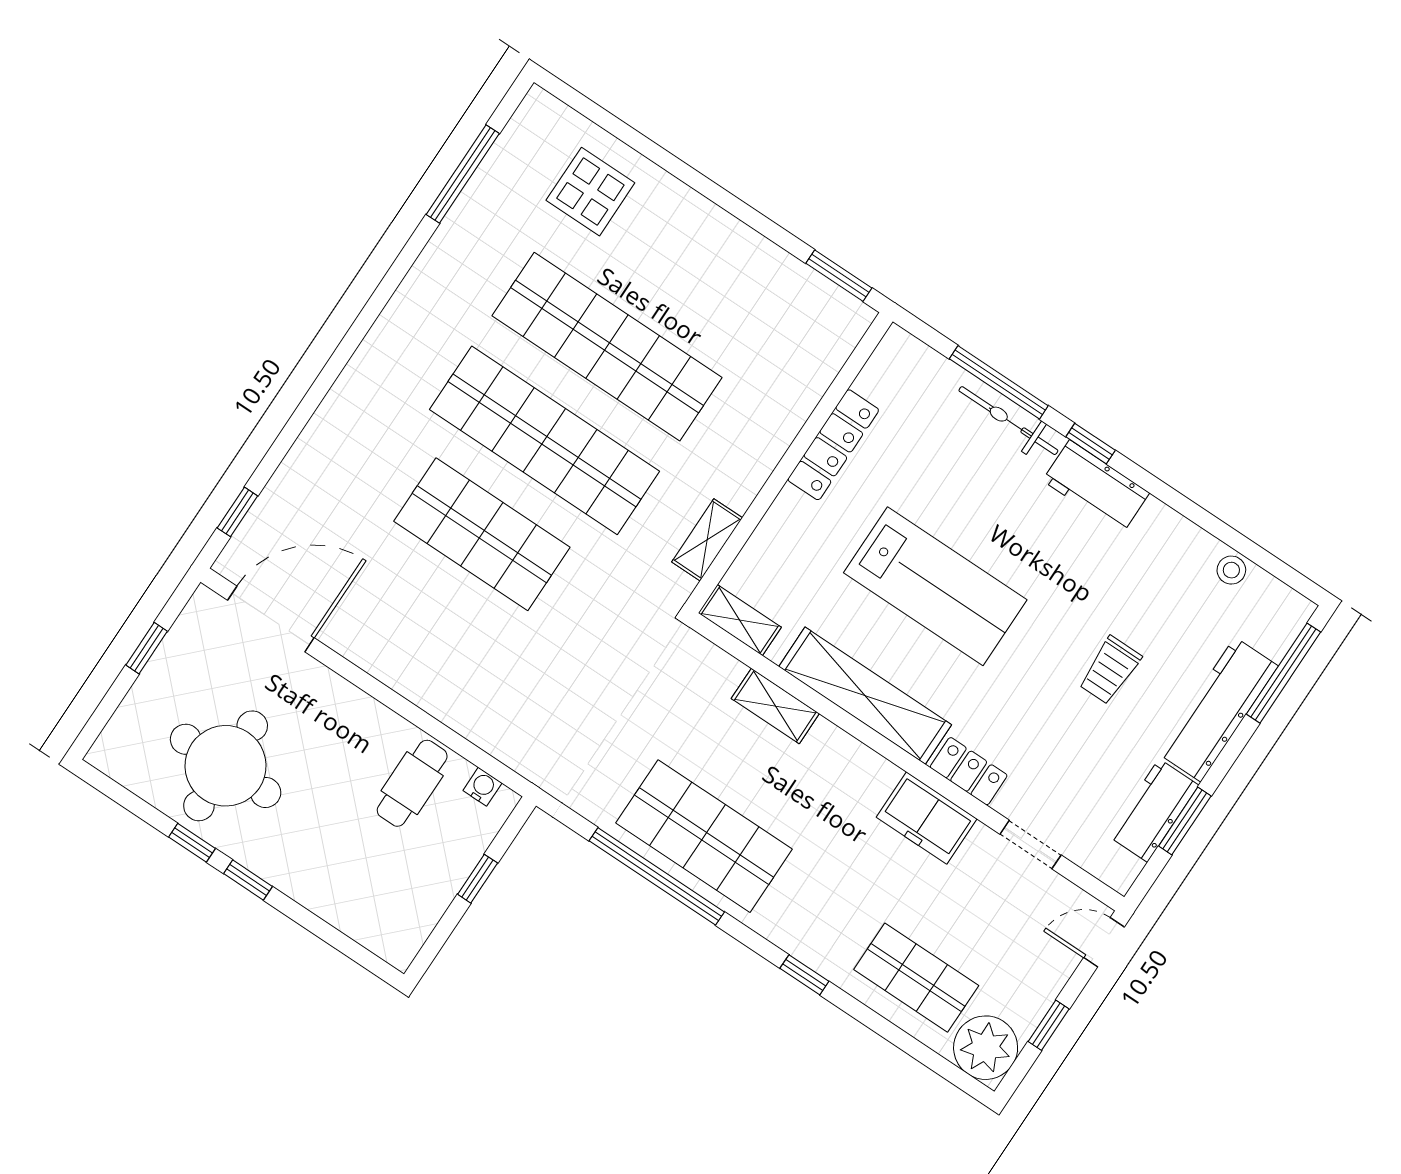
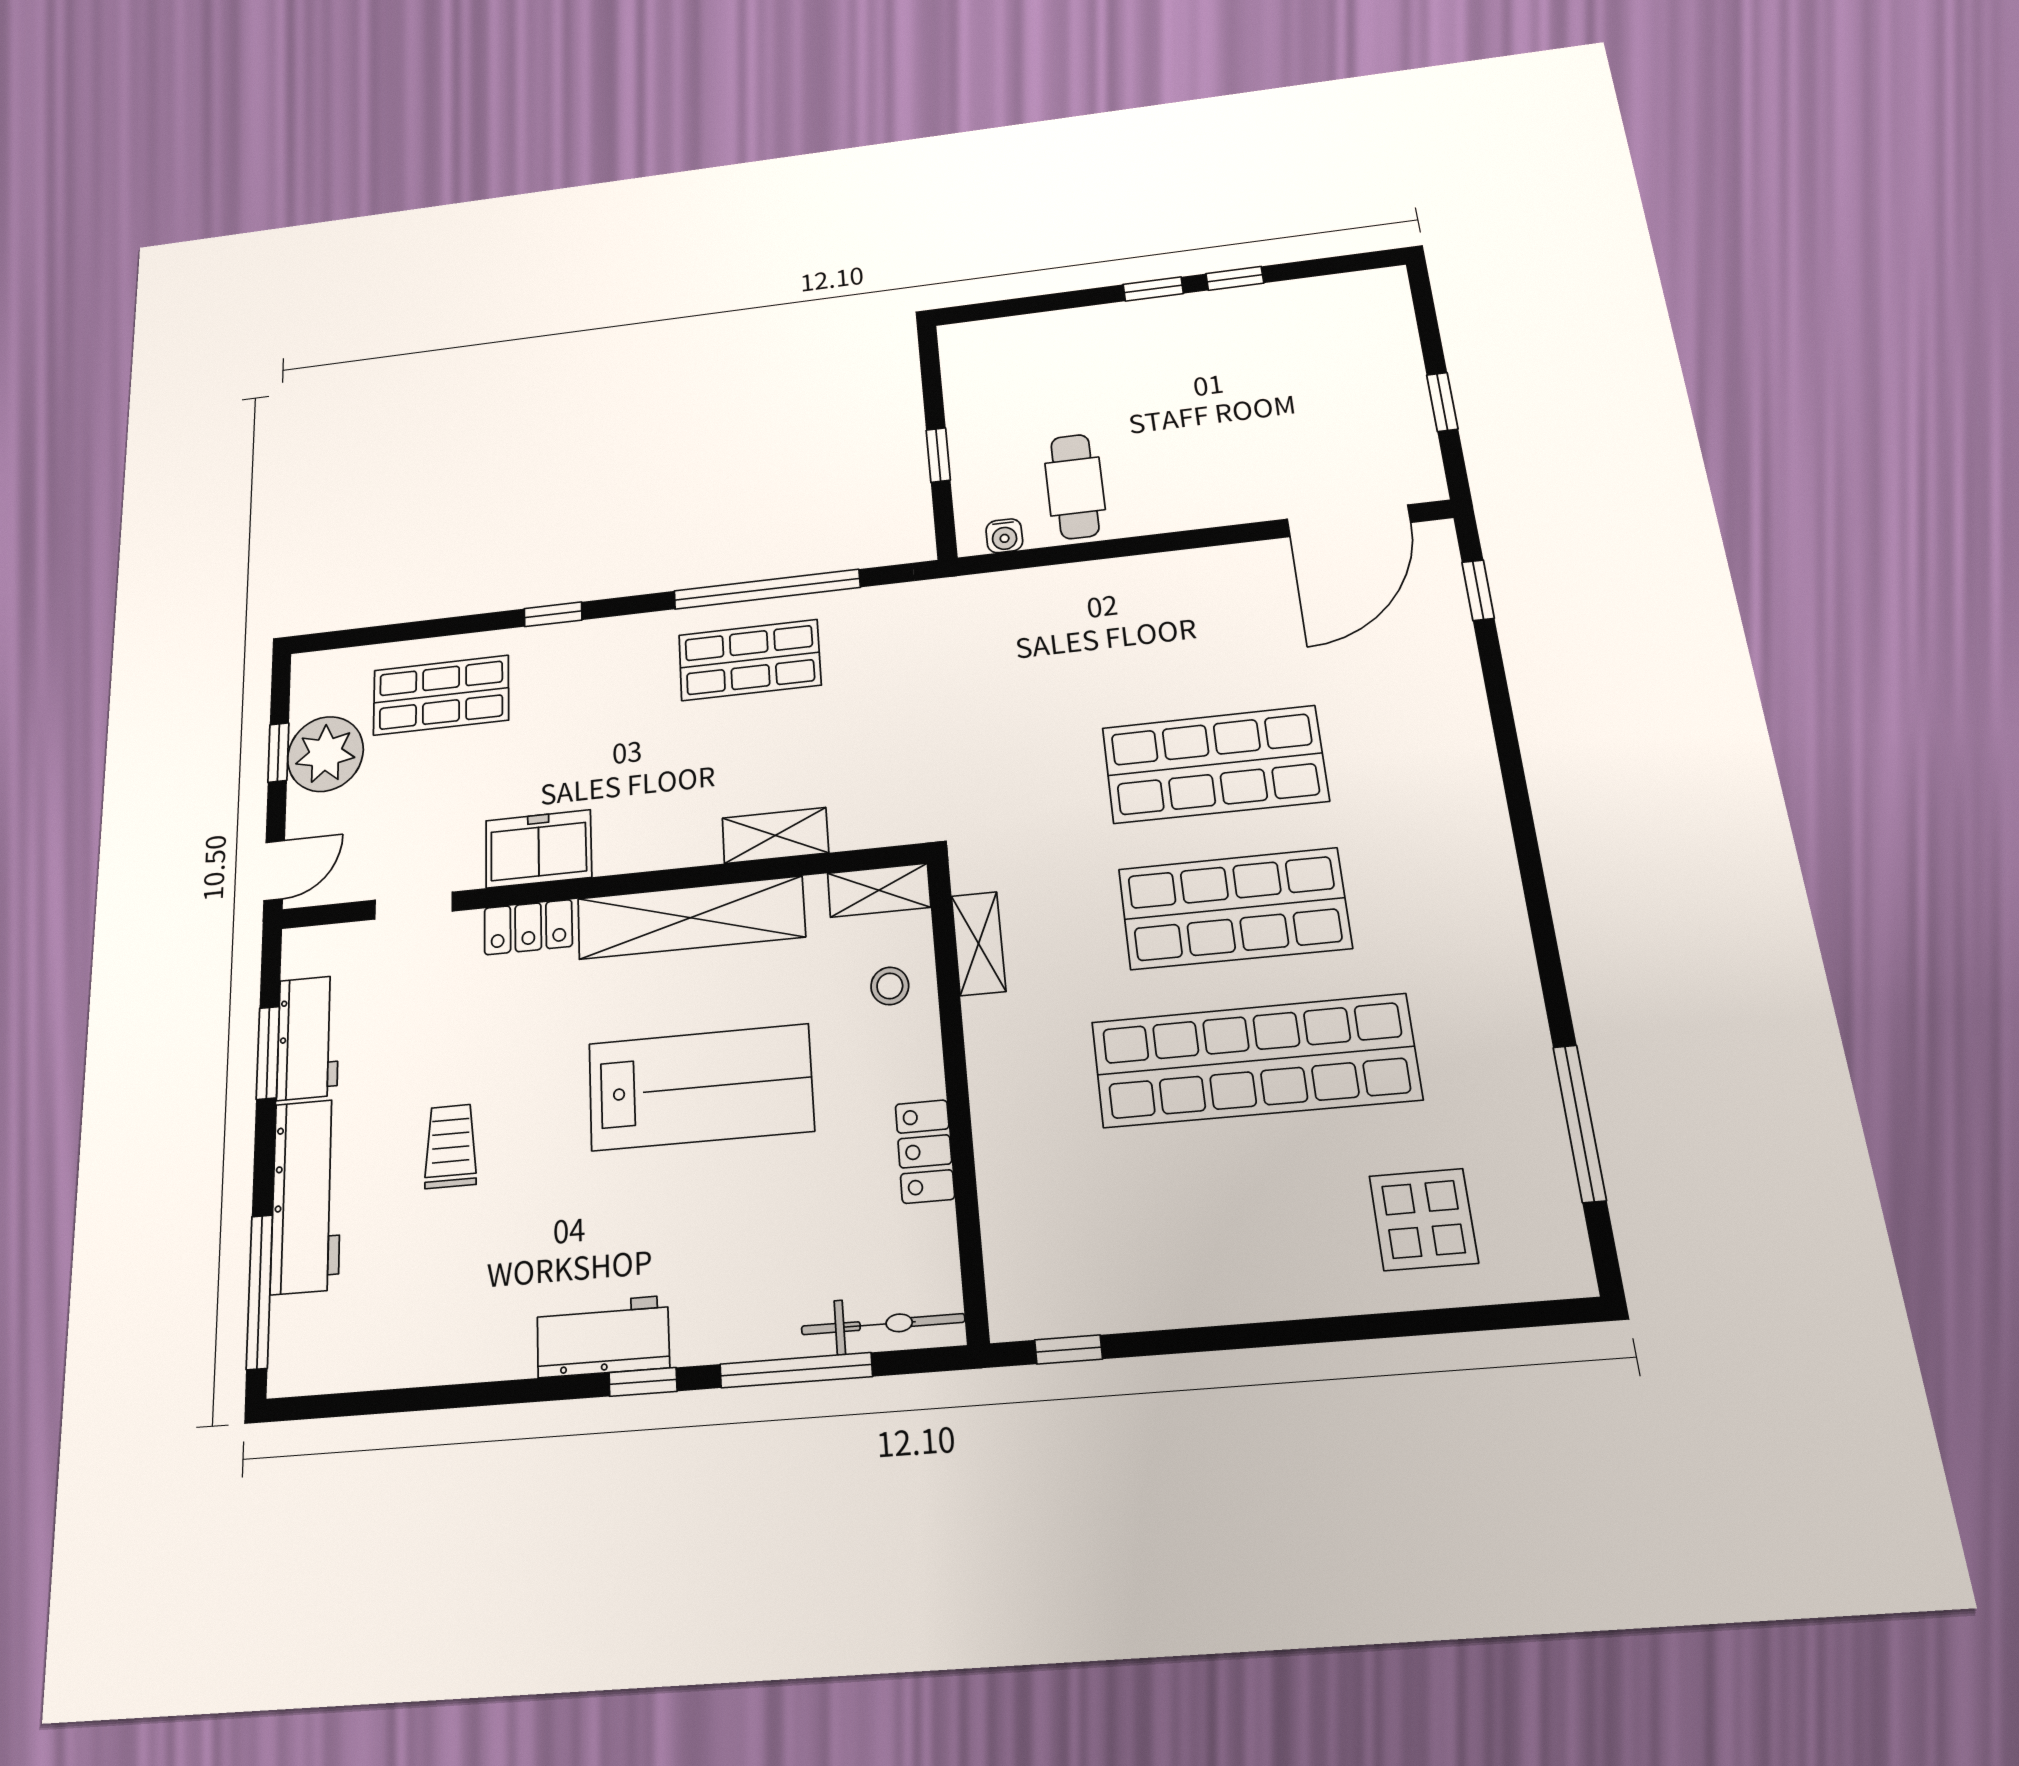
window: (839, 276) -> (1068, 1350), width x0.67
bicycle: (1008, 421) -> (883, 1324), moved
shop shelf: (544, 440) -> (1234, 909), width x0.71
locker: (833, 445) -> (925, 1151), width x0.66
stool: (1231, 570) -> (890, 986), moved
lab bench: (935, 586) -> (700, 1087), turned 180
round table: (226, 766) -> (1267, 363), removed
shop shelf: (704, 836) -> (750, 660), width x0.70, depth x0.74
plant: (986, 1048) -> (325, 754), moved

